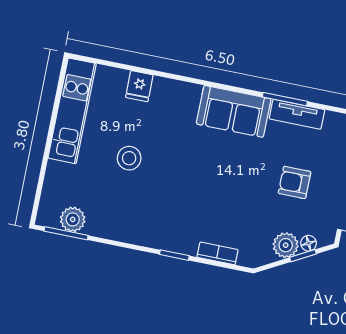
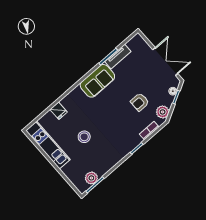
armchair: (295, 182) -> (140, 102), moved
plant: (286, 245) -> (163, 112), moved

